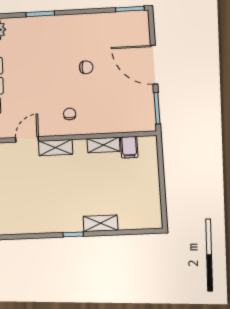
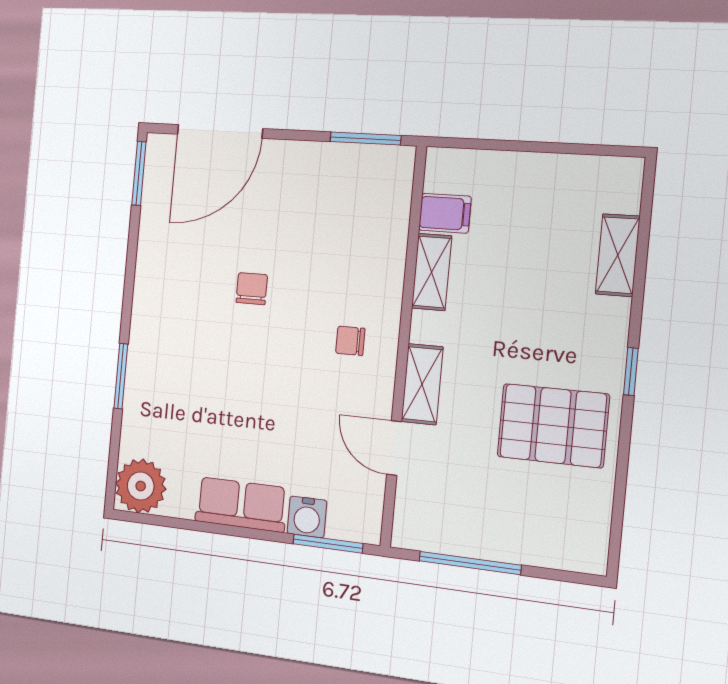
door: (154, 65) -> (220, 131), moved
pallet: (46, 205) -> (553, 426), added
shelving: (101, 223) -> (618, 255), moved

